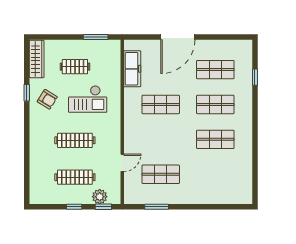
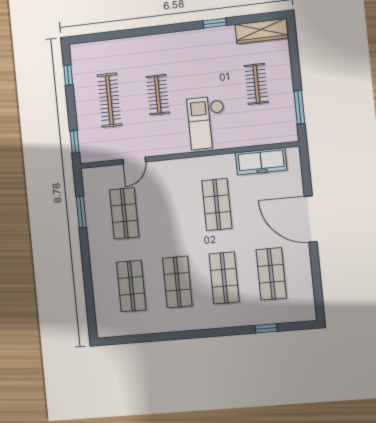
armchair: (47, 99) -> (209, 52), removed
checkout: (88, 99) -> (207, 123), moved
clothes rail: (75, 140) -> (158, 95), width x0.73
door: (122, 163) -> (134, 161), hinge flipped
shop shelf: (215, 174) -> (131, 286), added
plant: (100, 197) -> (87, 135), removed
window: (74, 207) -> (68, 75), moved

